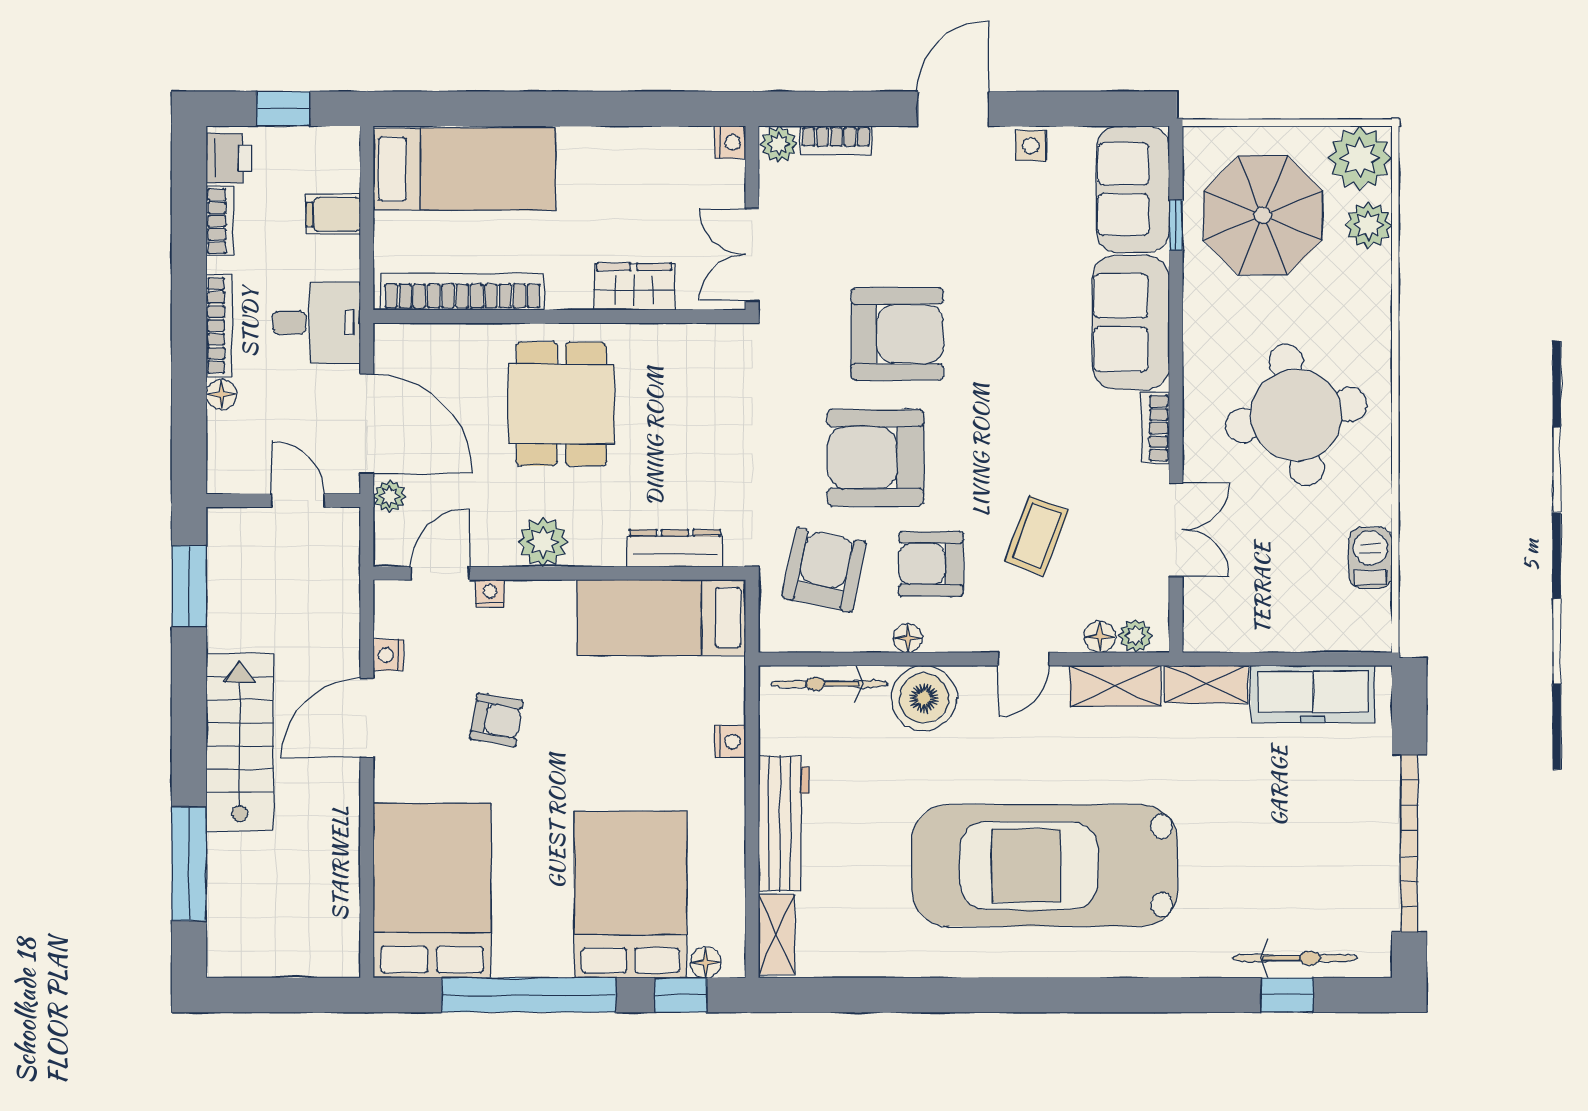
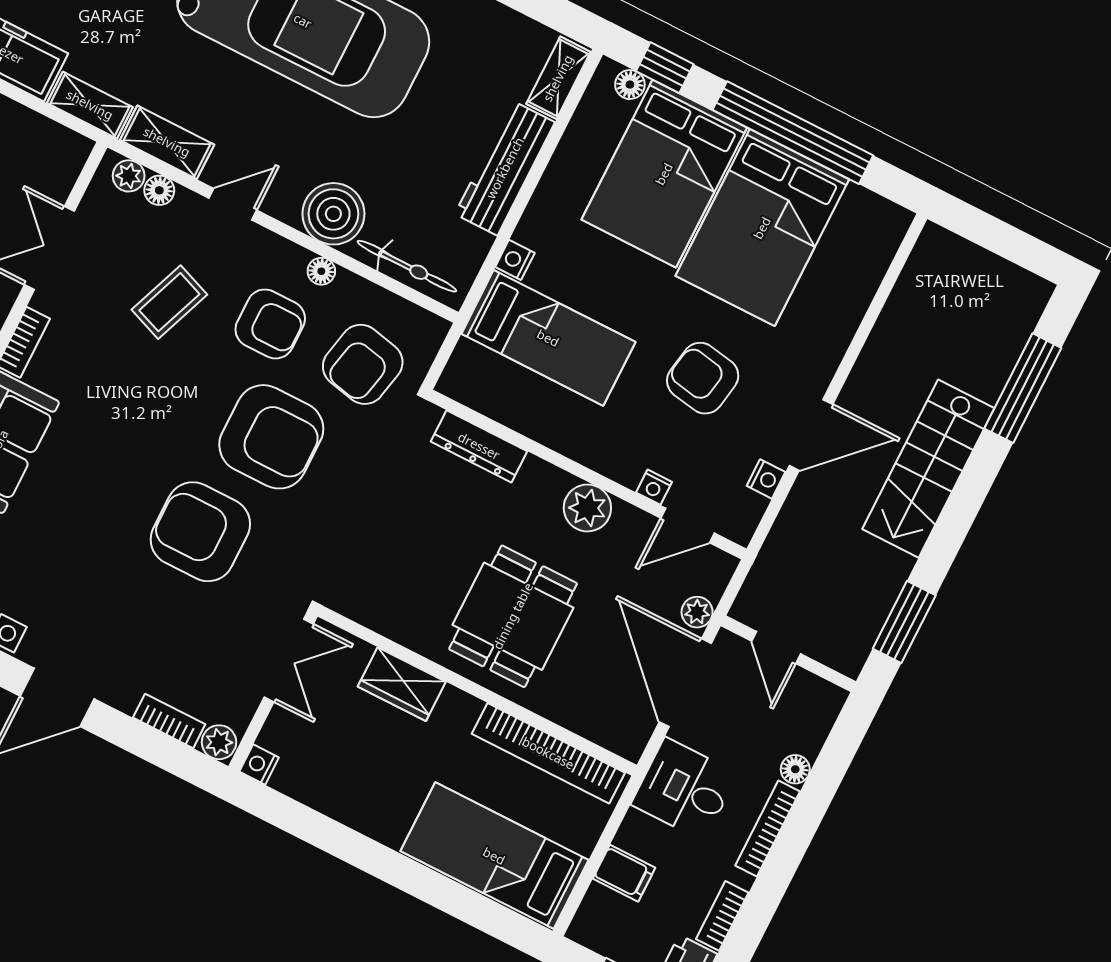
bed: (661, 618) -> (548, 338), moved
armchair: (496, 720) -> (703, 378), width x1.38, depth x1.38
bed: (432, 891) -> (762, 228), moved

